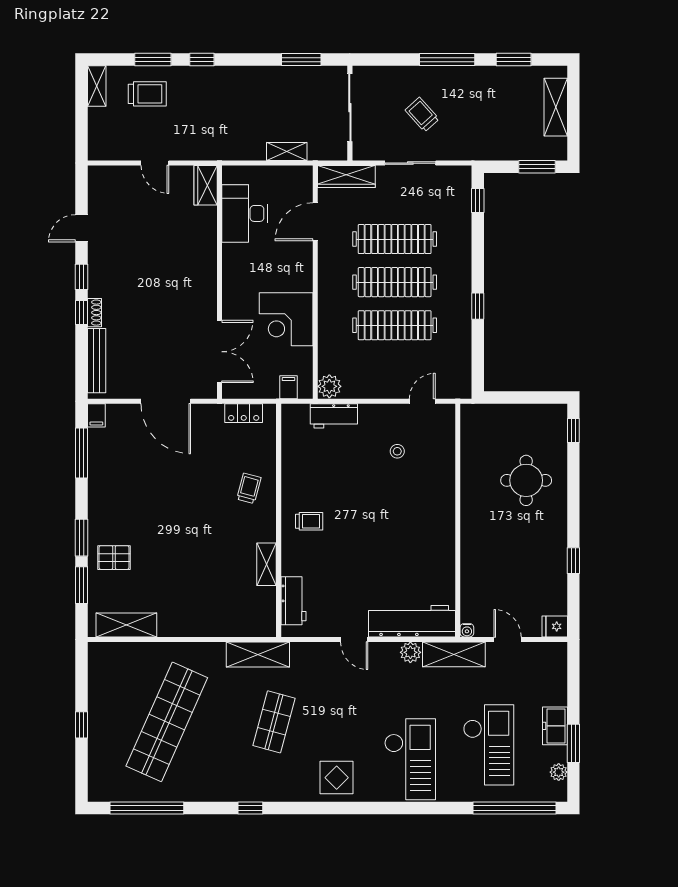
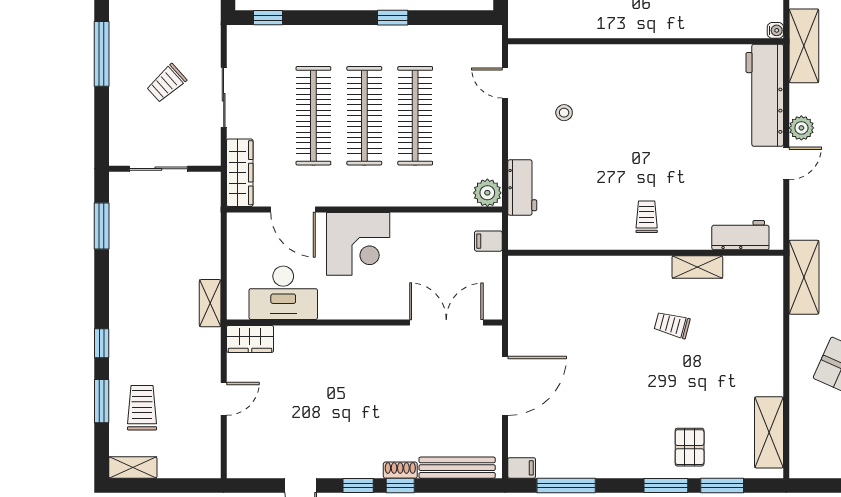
sliding door: (350, 108) -> (158, 169), width x0.73
shelving: (287, 152) -> (210, 303), moved
corner desk: (286, 319) -> (358, 244), moved
locker: (244, 413) -> (519, 294), removed
trolley: (249, 488) -> (672, 325), moved
plant: (410, 652) -> (801, 128), moved

